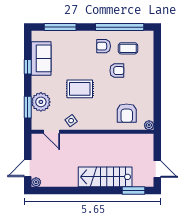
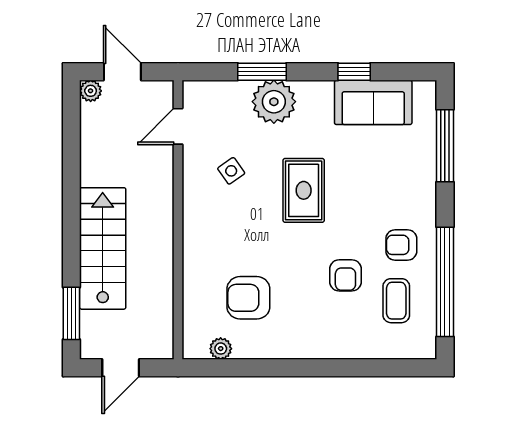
armchair: (104, 46) -> (401, 245), turned -90
door: (52, 132) -> (178, 126), moved
wall: (93, 132) -> (178, 220), moved

